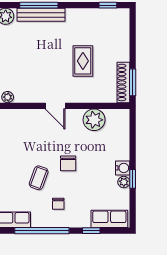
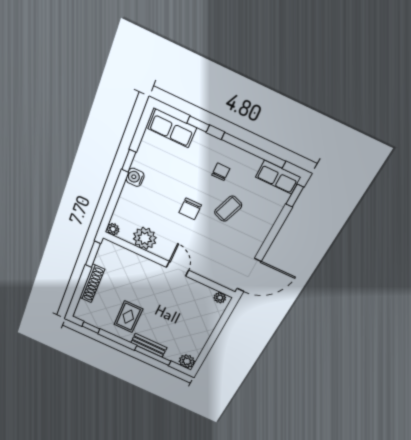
bench: (41, 15) -> (149, 345), width x0.73
rug: (83, 61) -> (128, 317), moved
shoe rack: (123, 82) -> (92, 283), moved
chair: (68, 163) -> (190, 209), turned 180
plant: (124, 182) -> (113, 229), moved

